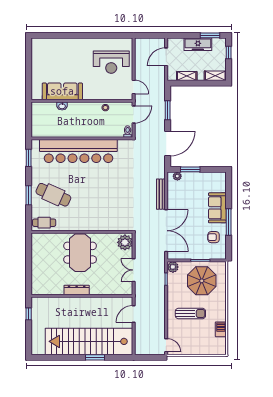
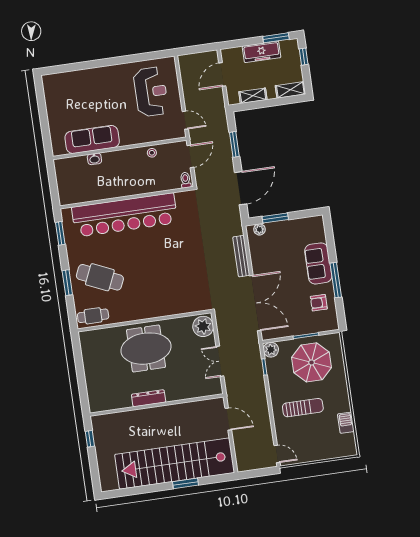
reception desk: (111, 62) -> (151, 92), turned -90
meeting table: (80, 253) -> (146, 349), turned 90
door: (134, 314) -> (228, 419), swing flipped

